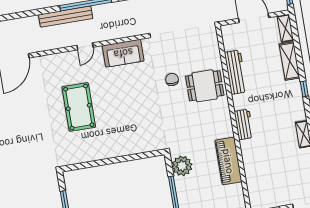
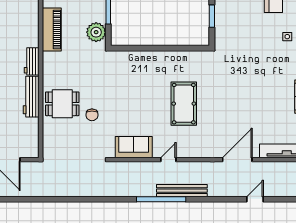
workbench: (236, 72) -> (31, 97), moved

